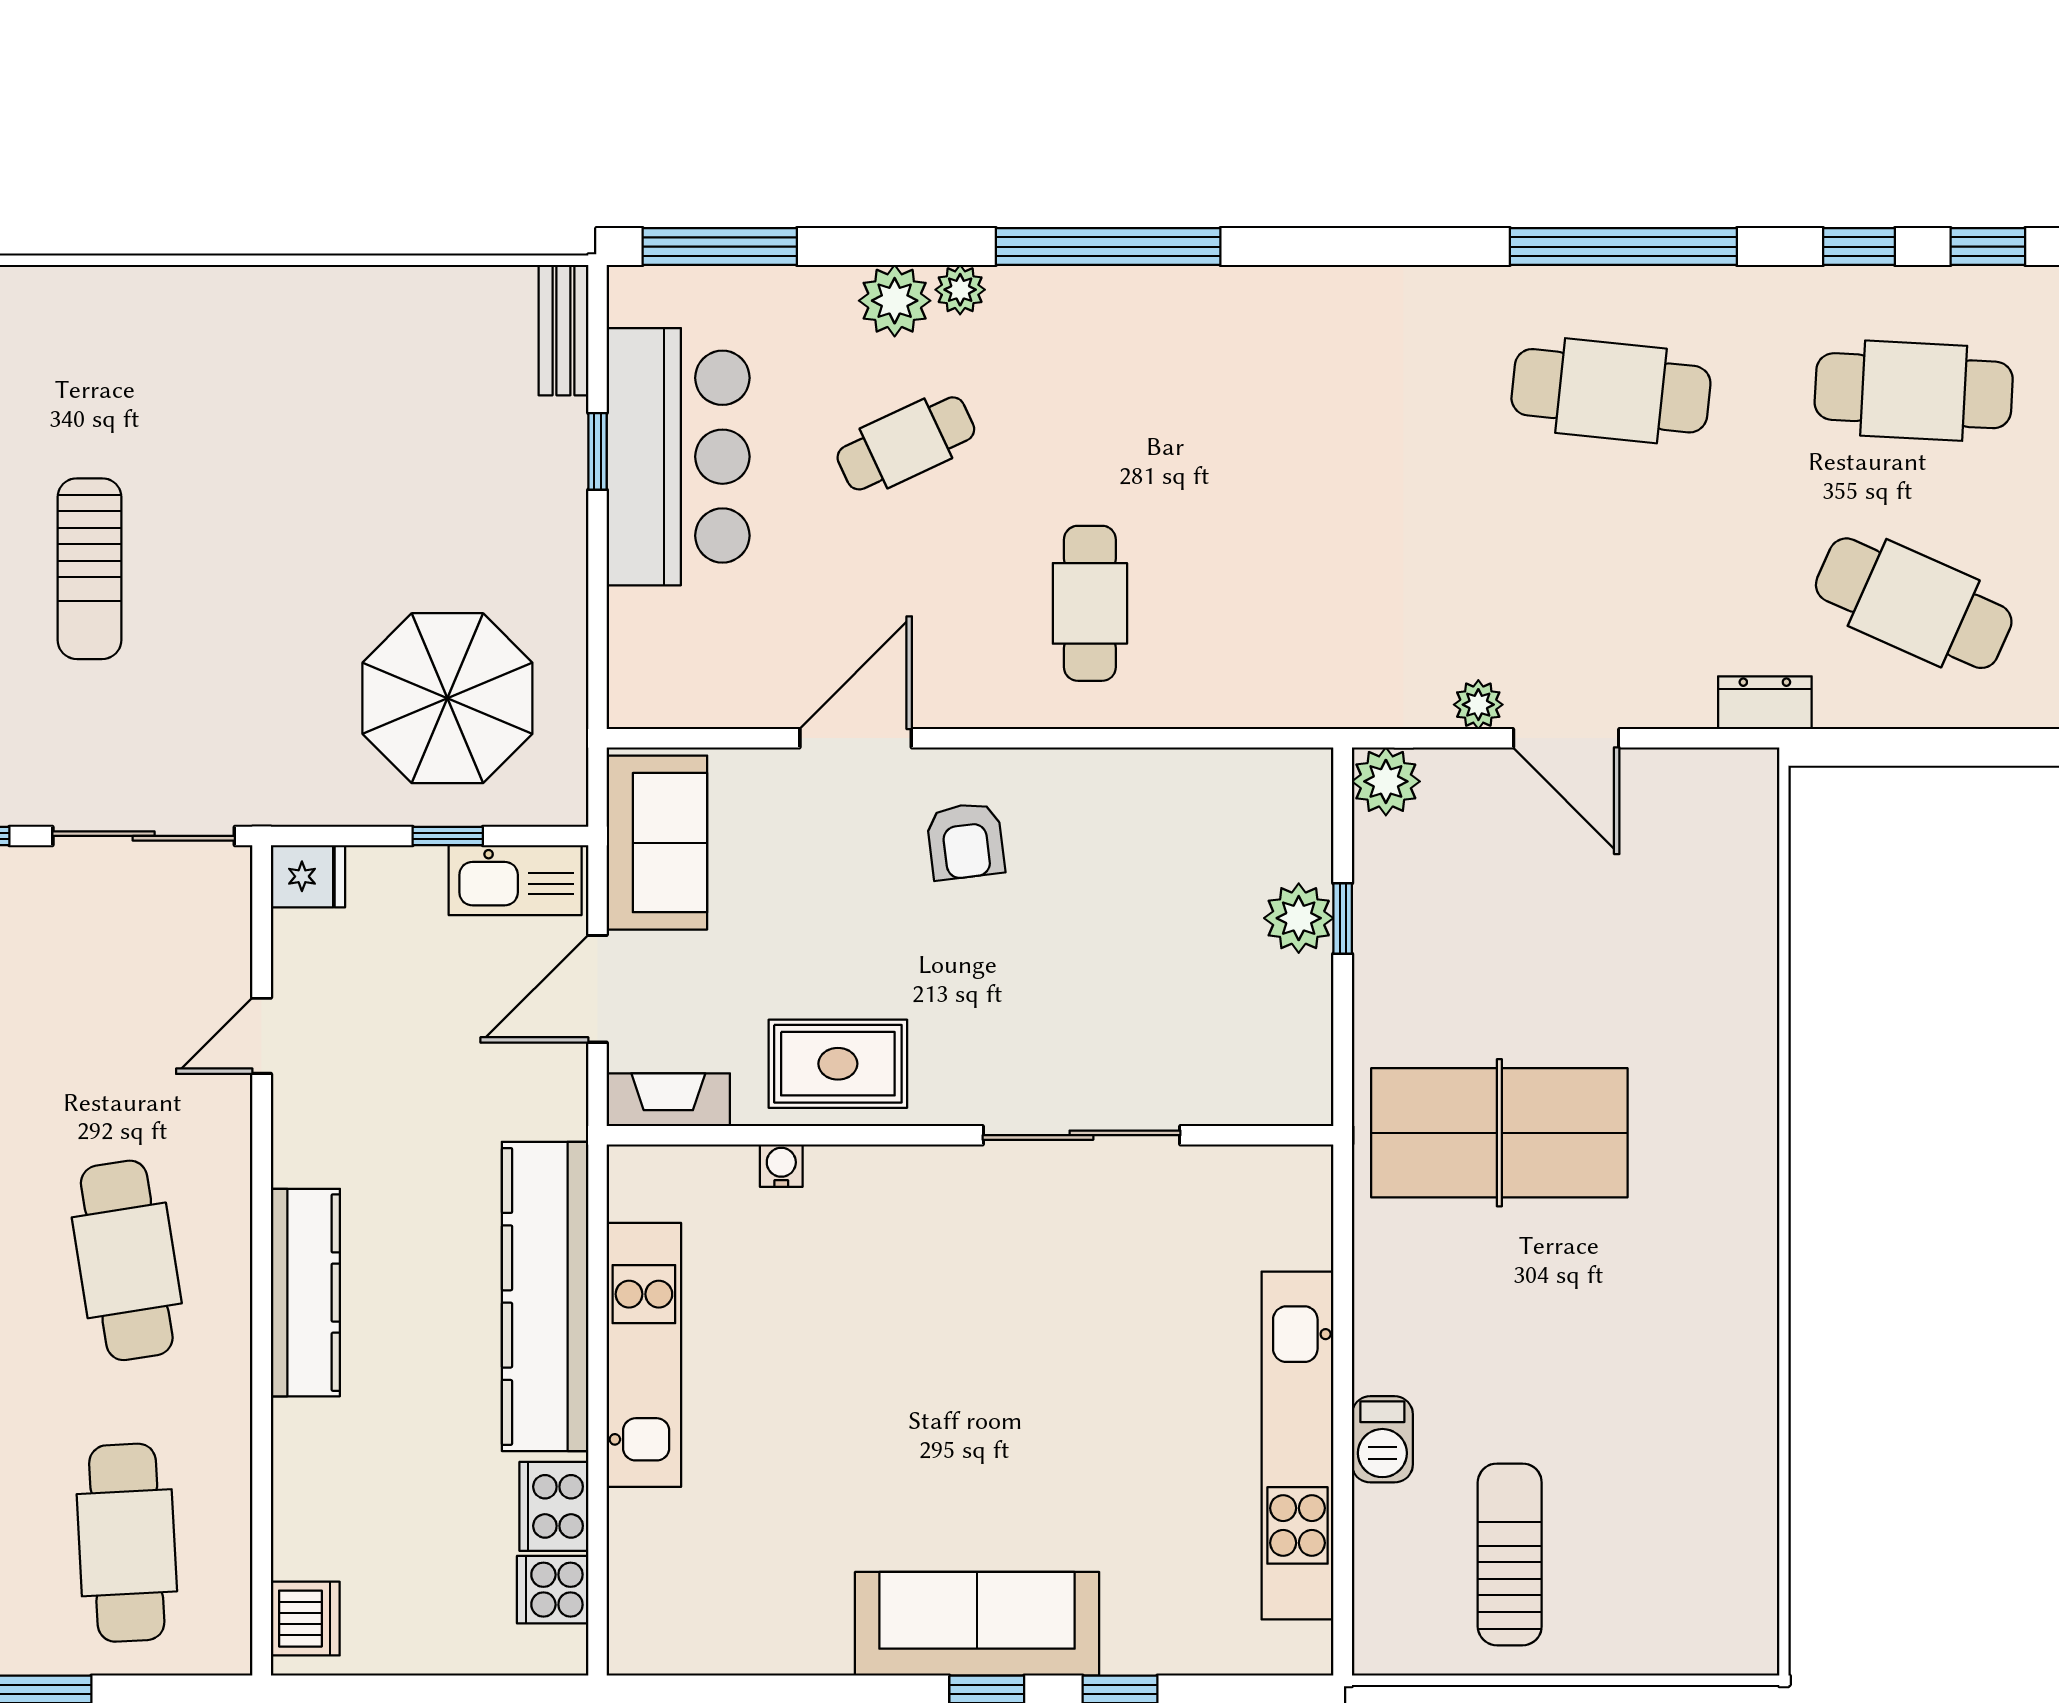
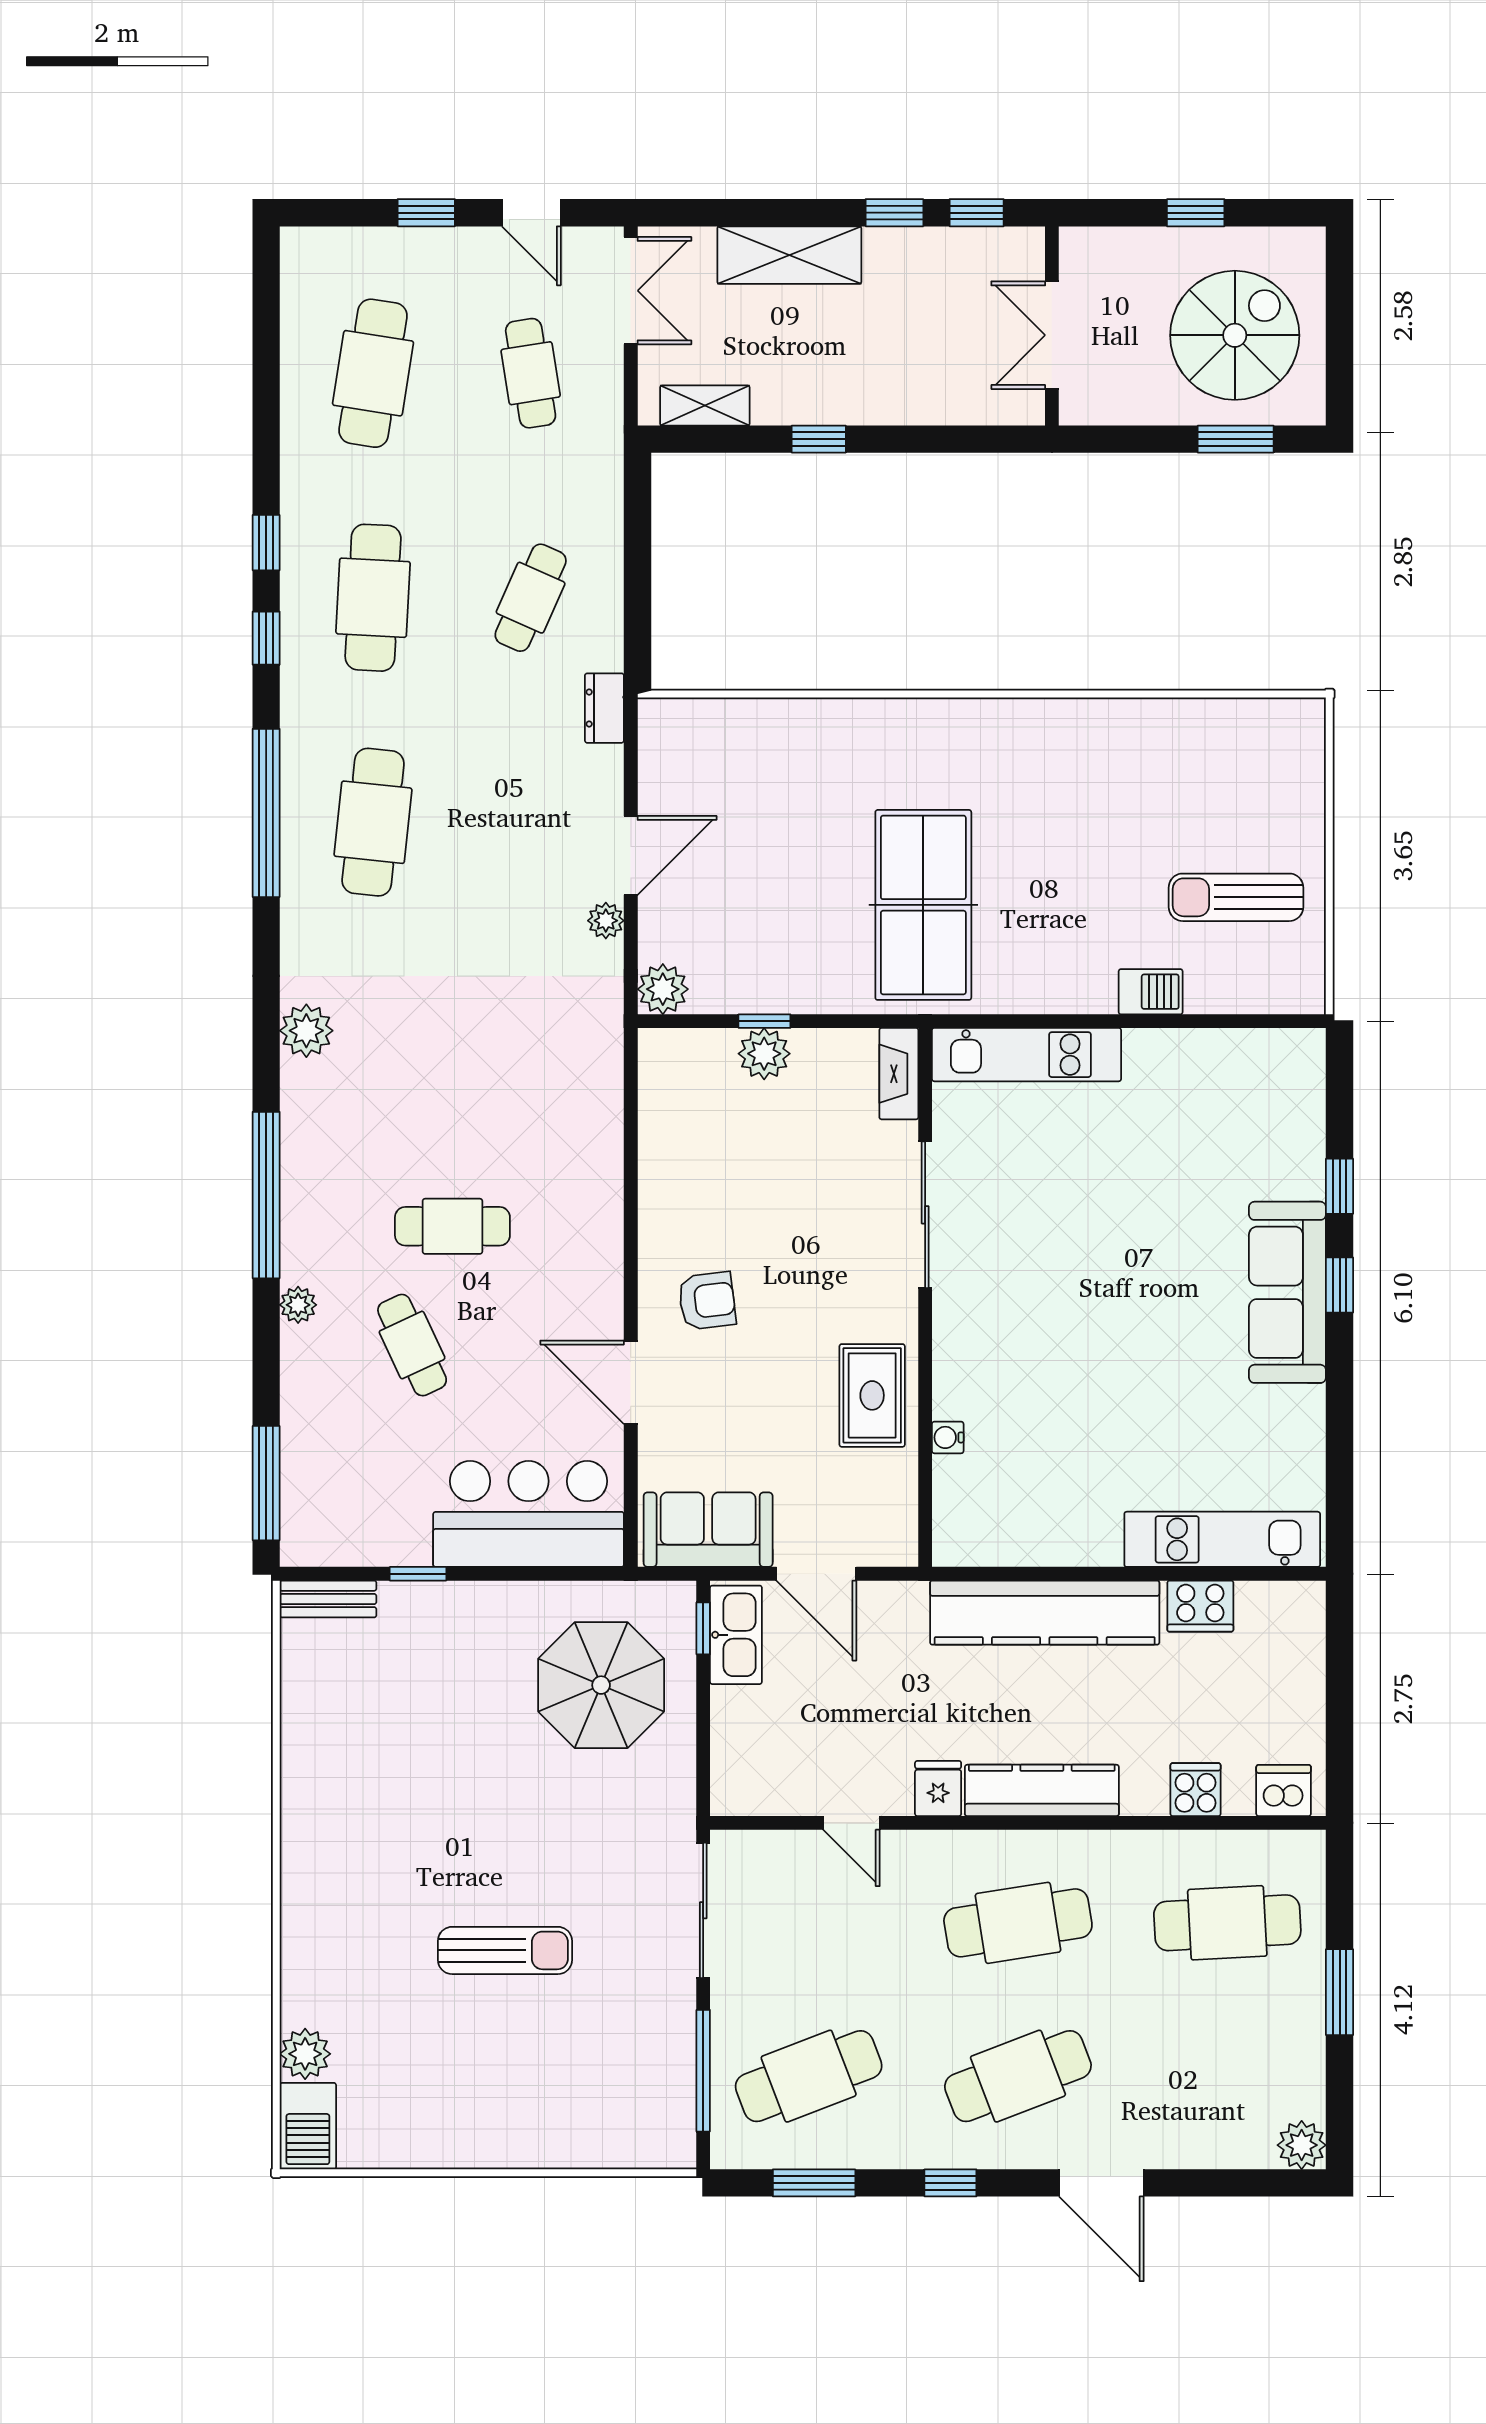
plant: (895, 301) -> (306, 1031), moved
bar counter: (678, 457) -> (529, 1514), moved
cafe table: (1090, 603) -> (452, 1226), moved
cafe table: (1914, 603) -> (531, 598), width x0.73, depth x0.74
window: (448, 836) -> (703, 1628), moved
fridge: (308, 876) -> (938, 1788), moved
fireplace: (668, 1100) -> (899, 1074), moved
kitchen unit: (644, 1355) -> (1222, 1539), moved
kitchen unit: (1298, 1445) -> (1026, 1055), moved, width x0.73
cooker: (553, 1590) -> (1196, 1790), moved, turned 180

